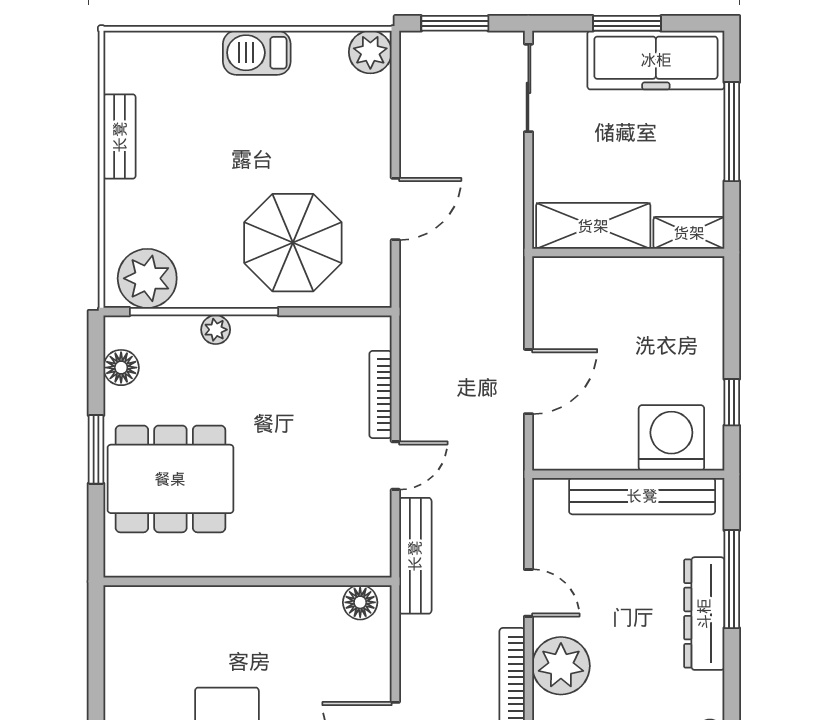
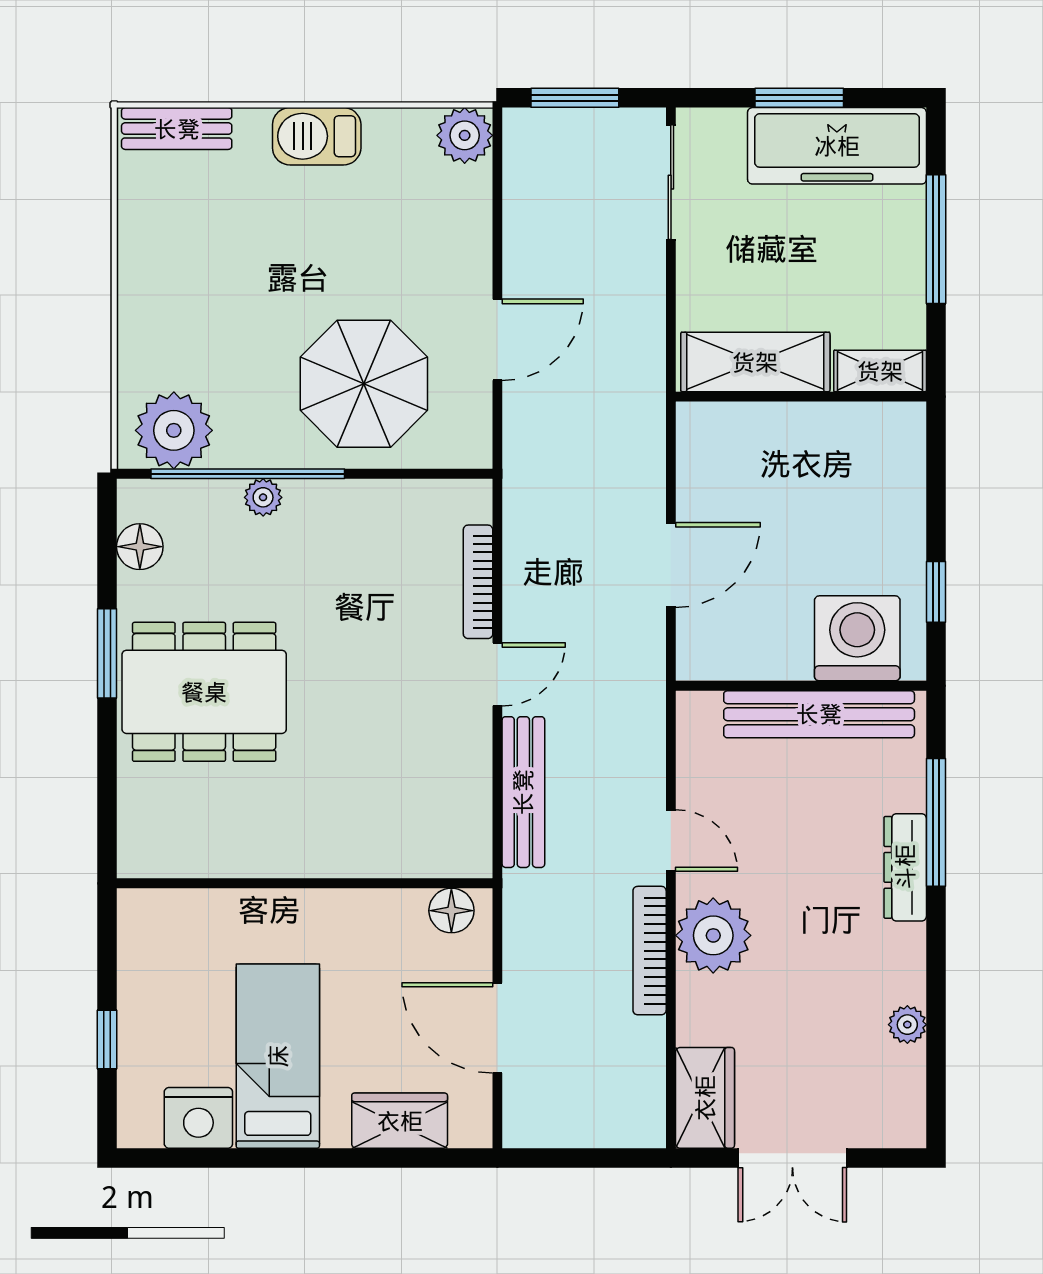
bench: (120, 137) -> (177, 129), moved, turned 90
wall: (248, 581) -> (305, 883), moved
floor lamp: (360, 602) -> (451, 911), moved
dresser: (704, 614) -> (905, 867), width x0.73, depth x0.80

